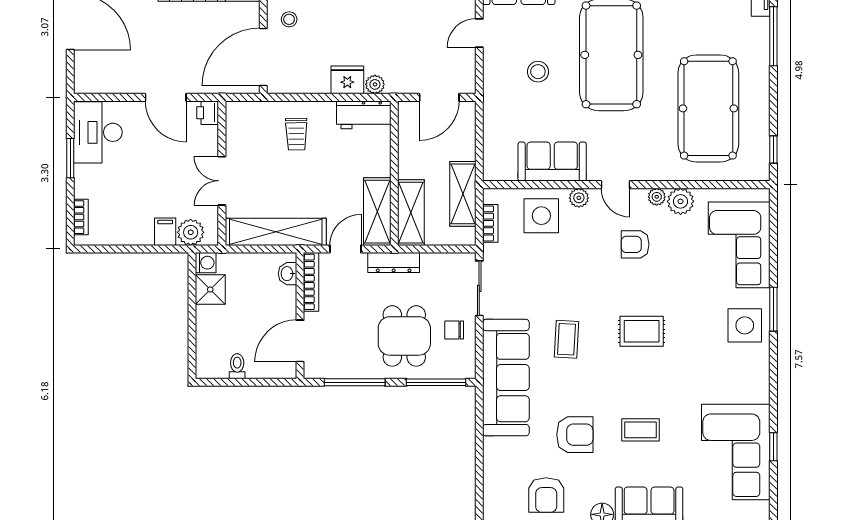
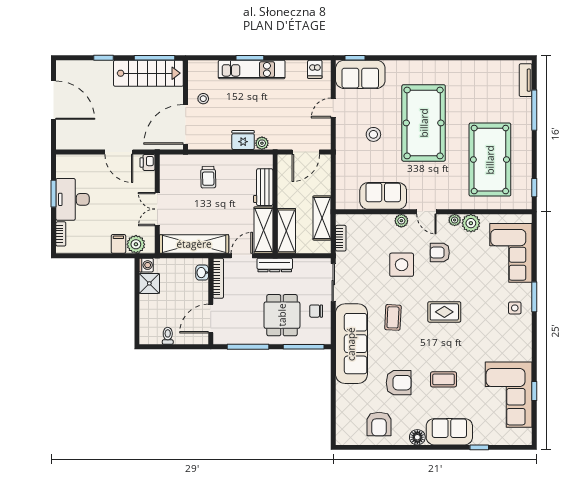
workbench: (364, 115) -> (263, 187), moved, turned 90
desk: (98, 132) -> (72, 199), moved
side table: (541, 216) -> (402, 265), moved
side table: (745, 325) -> (515, 308), width x0.54, depth x0.54

